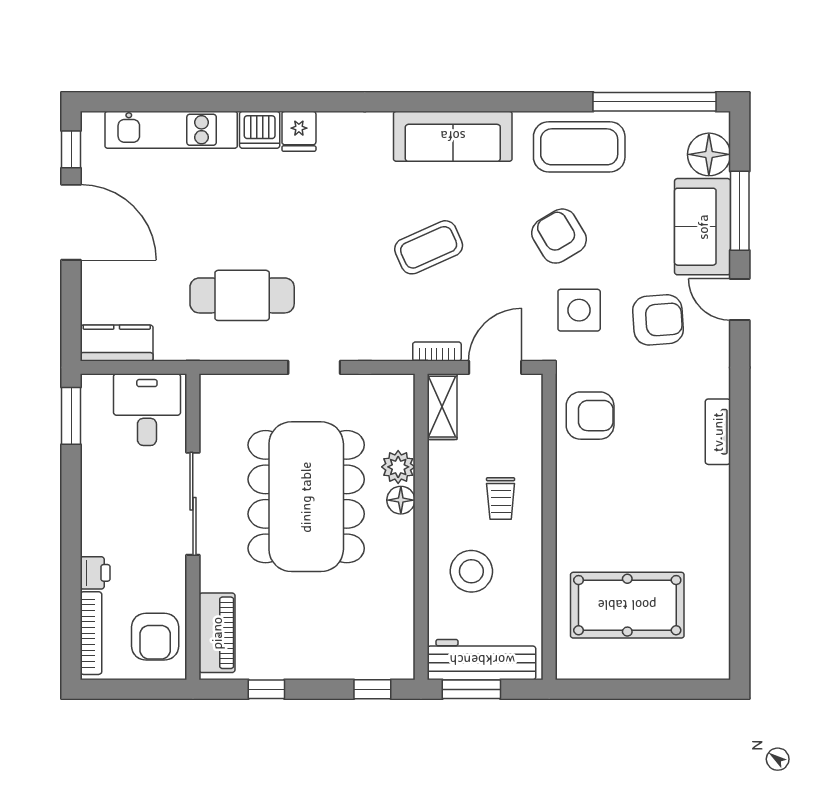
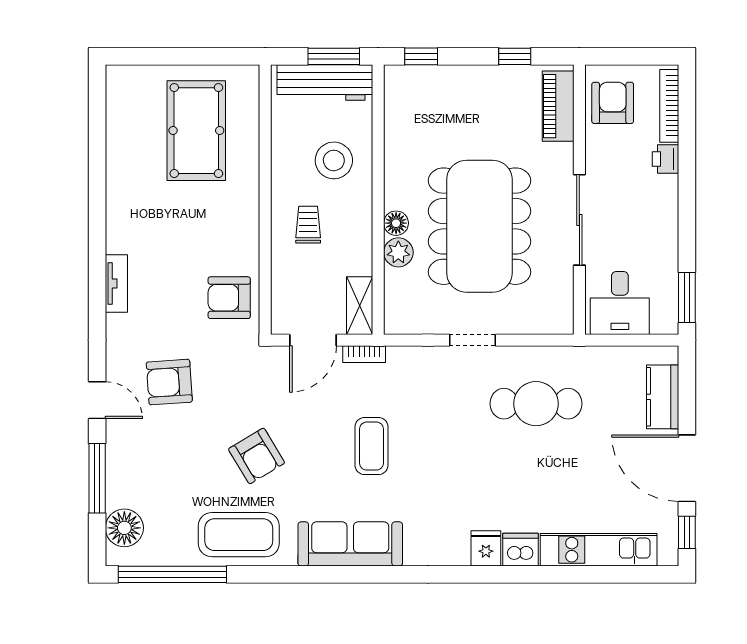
sofa: (703, 227) -> (130, 464), removed
coffee table: (429, 247) -> (372, 446), turned -66
side table: (579, 310) -> (239, 391), removed
kitchen counter: (117, 343) -> (663, 397), moved, turned 90
pool table: (627, 605) -> (196, 131), turned 90

